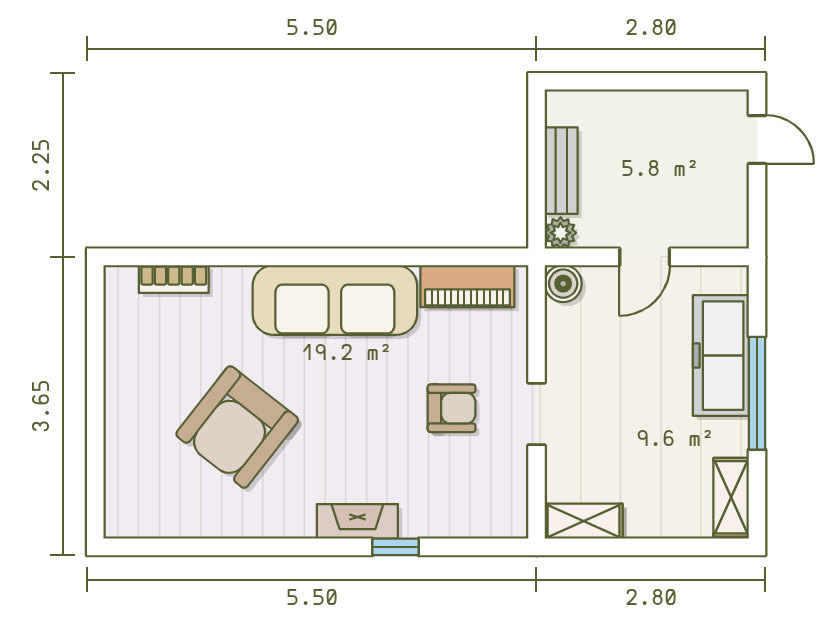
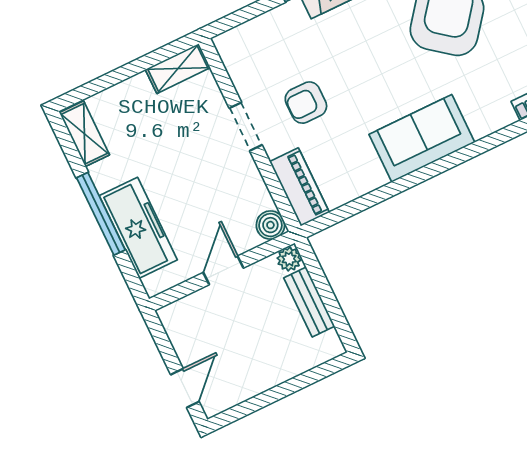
door: (757, 139) -> (185, 388), swing flipped
piano: (467, 286) -> (299, 187), moved, turned 90
sofa: (335, 300) -> (422, 138), width x0.73

